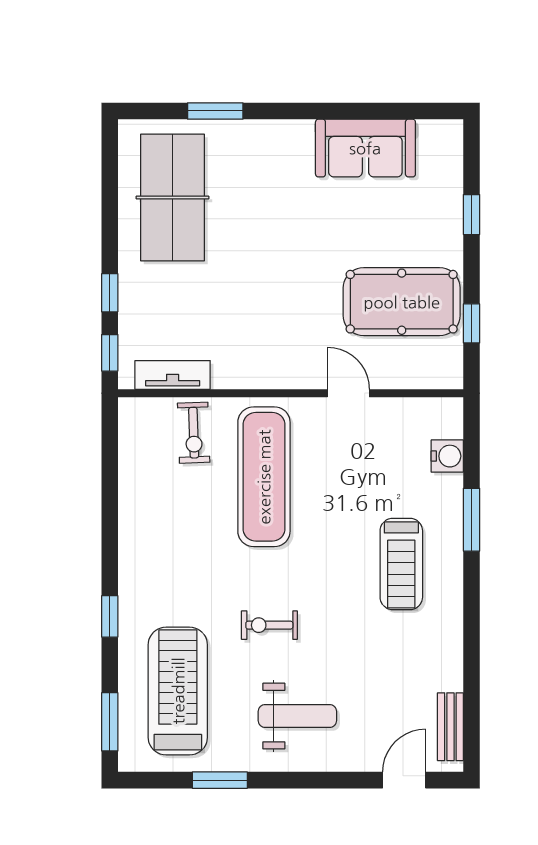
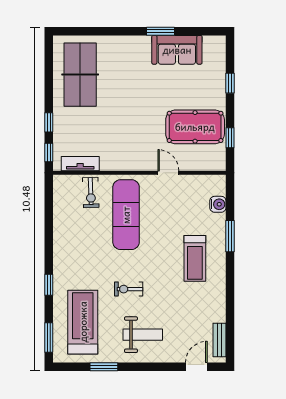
window: (215, 111) -> (160, 31), moved

